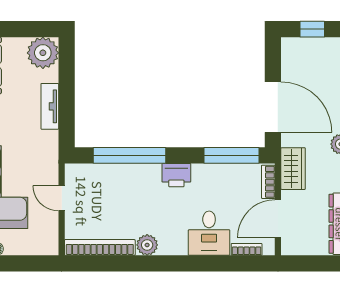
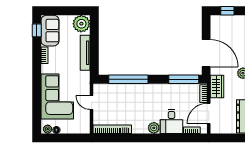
tv unit: (50, 106) -> (85, 53), width x1.41
printer: (176, 175) -> (154, 90), removed
plant: (147, 245) -> (154, 128), moved

